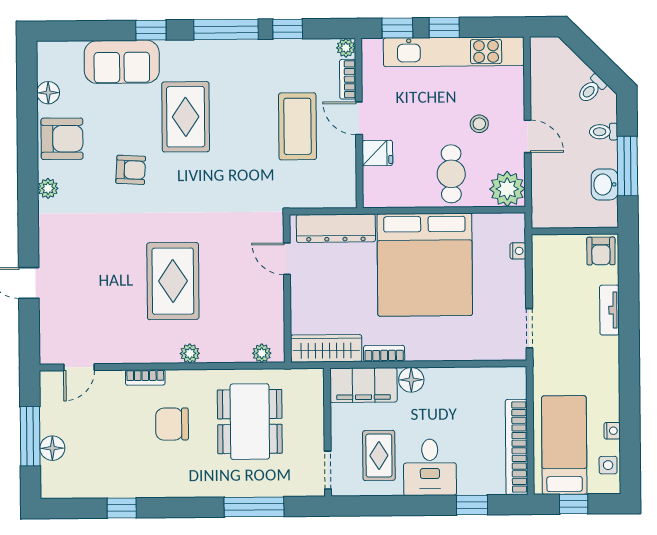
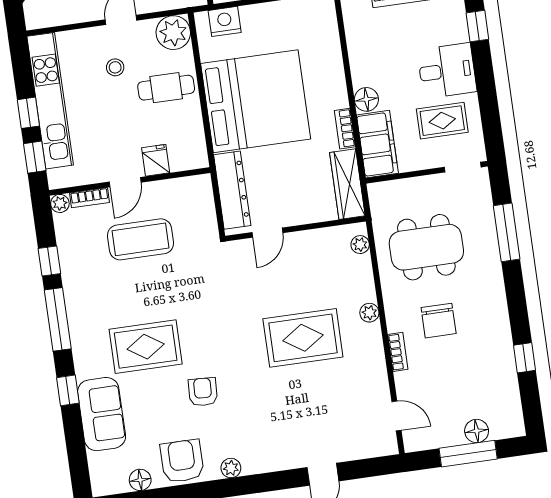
nightstand: (518, 251) -> (225, 21), width x1.89, depth x1.79

